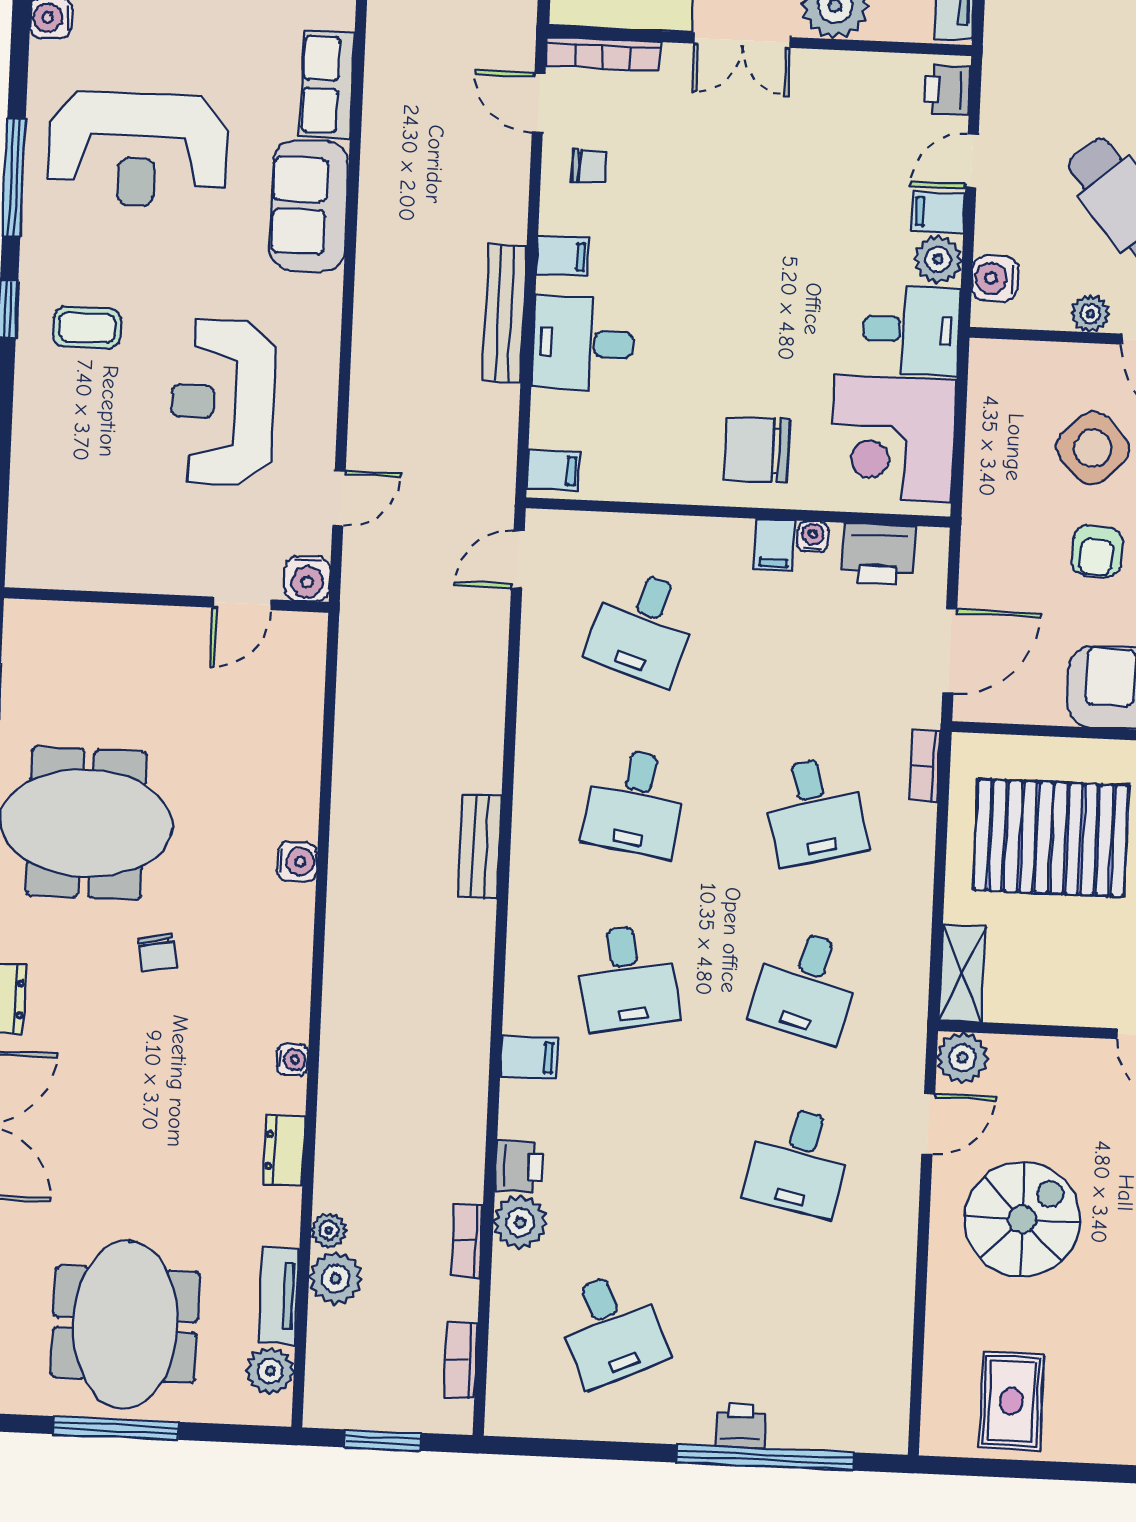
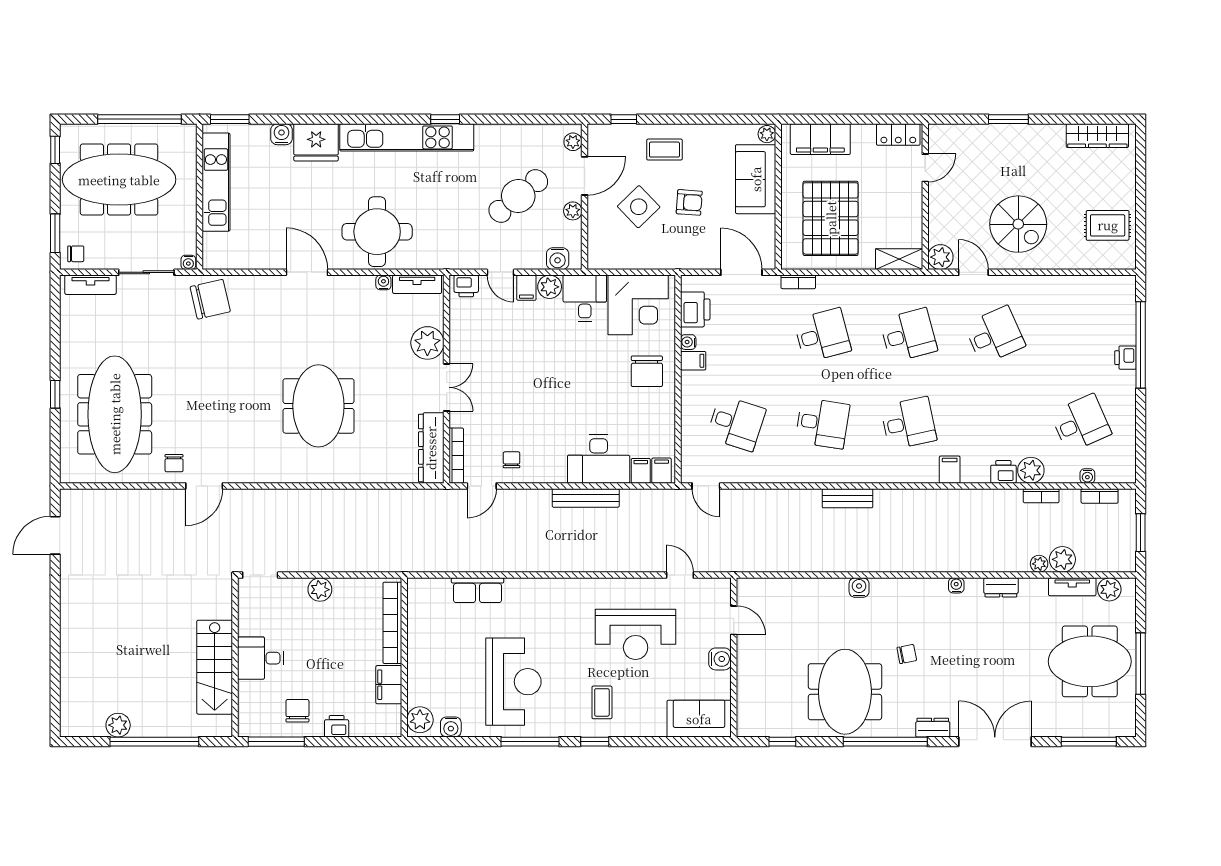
sofa: (309, 206) -> (699, 719), moved, turned 180
filing cabinet: (563, 256) -> (641, 471), moved
desk: (583, 343) -> (599, 459), width x1.37
water cooler: (307, 578) -> (720, 659), moved
desk: (806, 986) -> (908, 335), turned -30
desk: (798, 1161) -> (995, 335), turned -36
spiral stairs: (1022, 1219) -> (1018, 224), turned 180
water cooler: (503, 1337) -> (1087, 476), added

